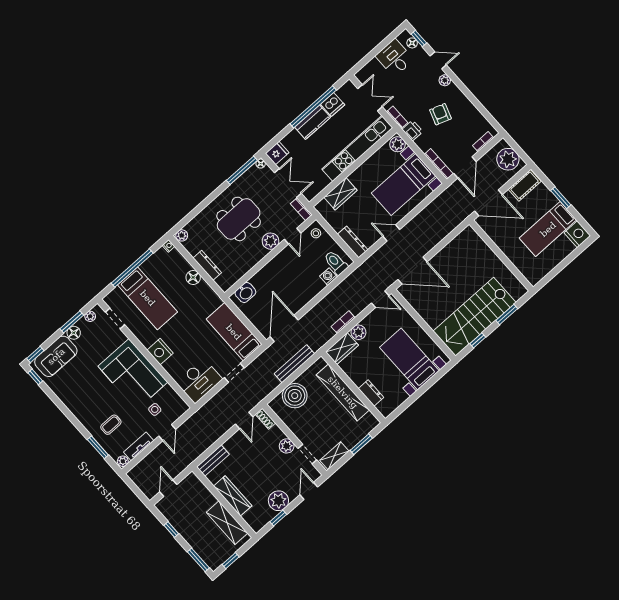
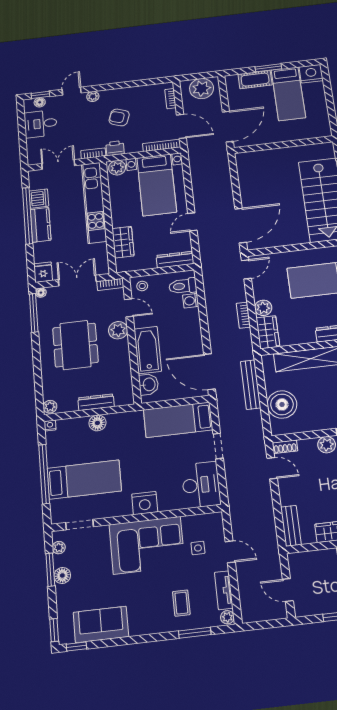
cot: (525, 185) -> (255, 80), moved, turned 90
bathtub: (270, 273) -> (148, 350), added
sofa: (56, 356) -> (101, 624), moved, turned -90

